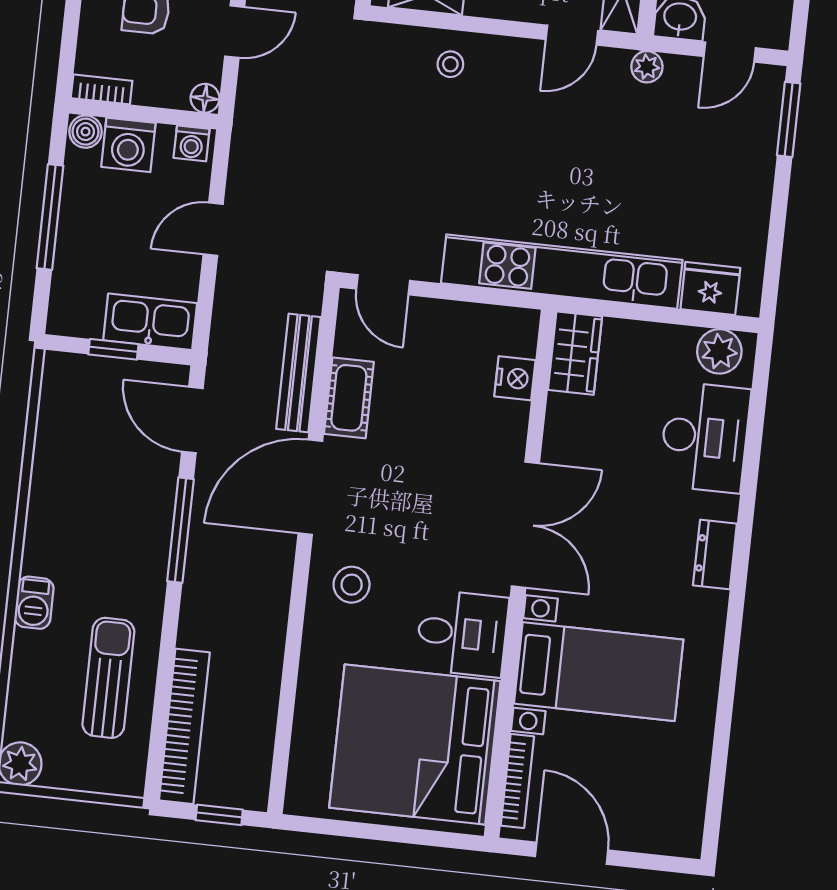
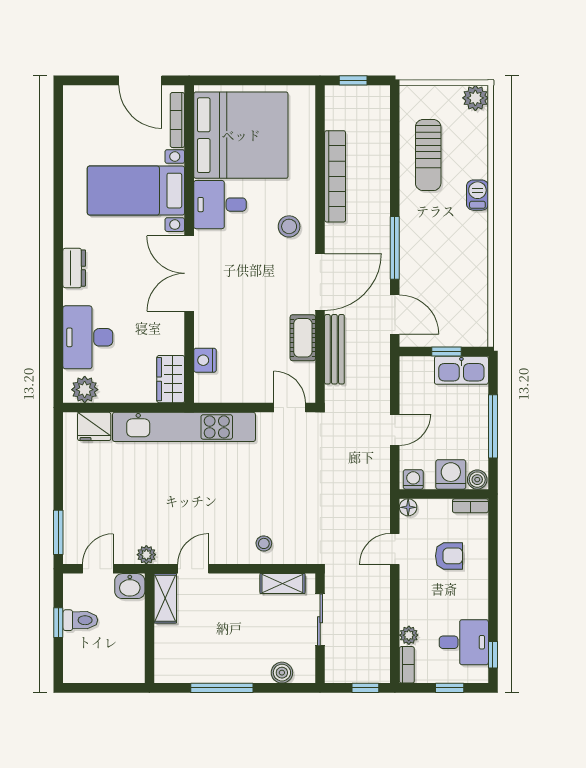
kitchen sink: (150, 322) -> (461, 370), moved
bookcase: (184, 726) -> (335, 176), moved, turned 180

